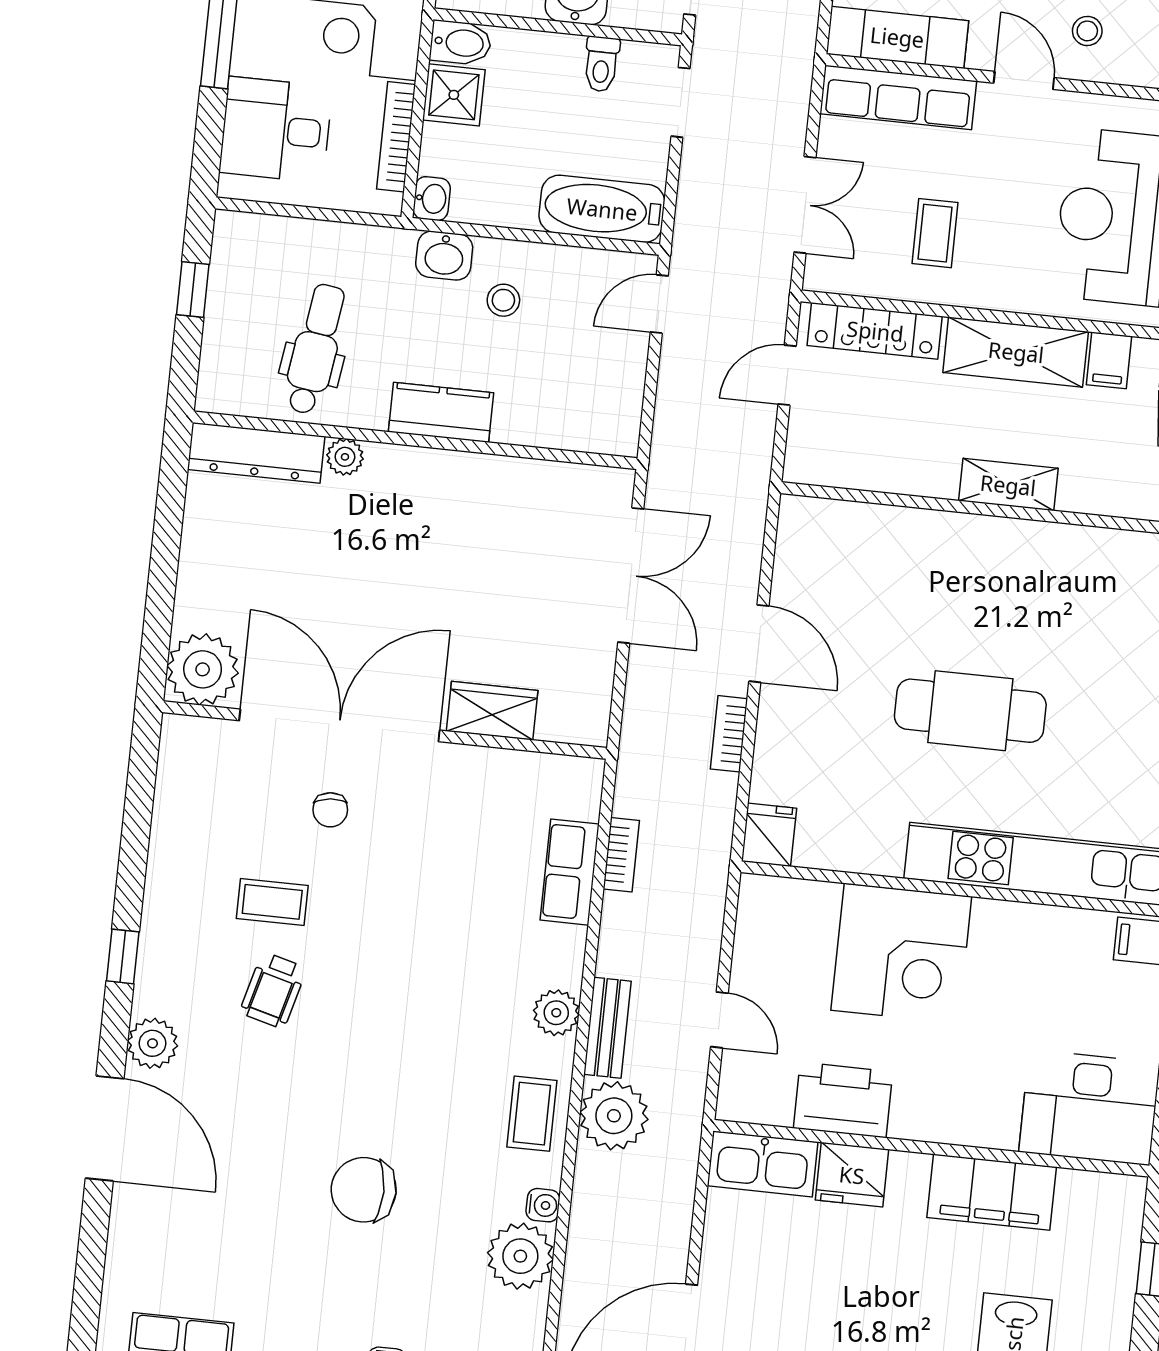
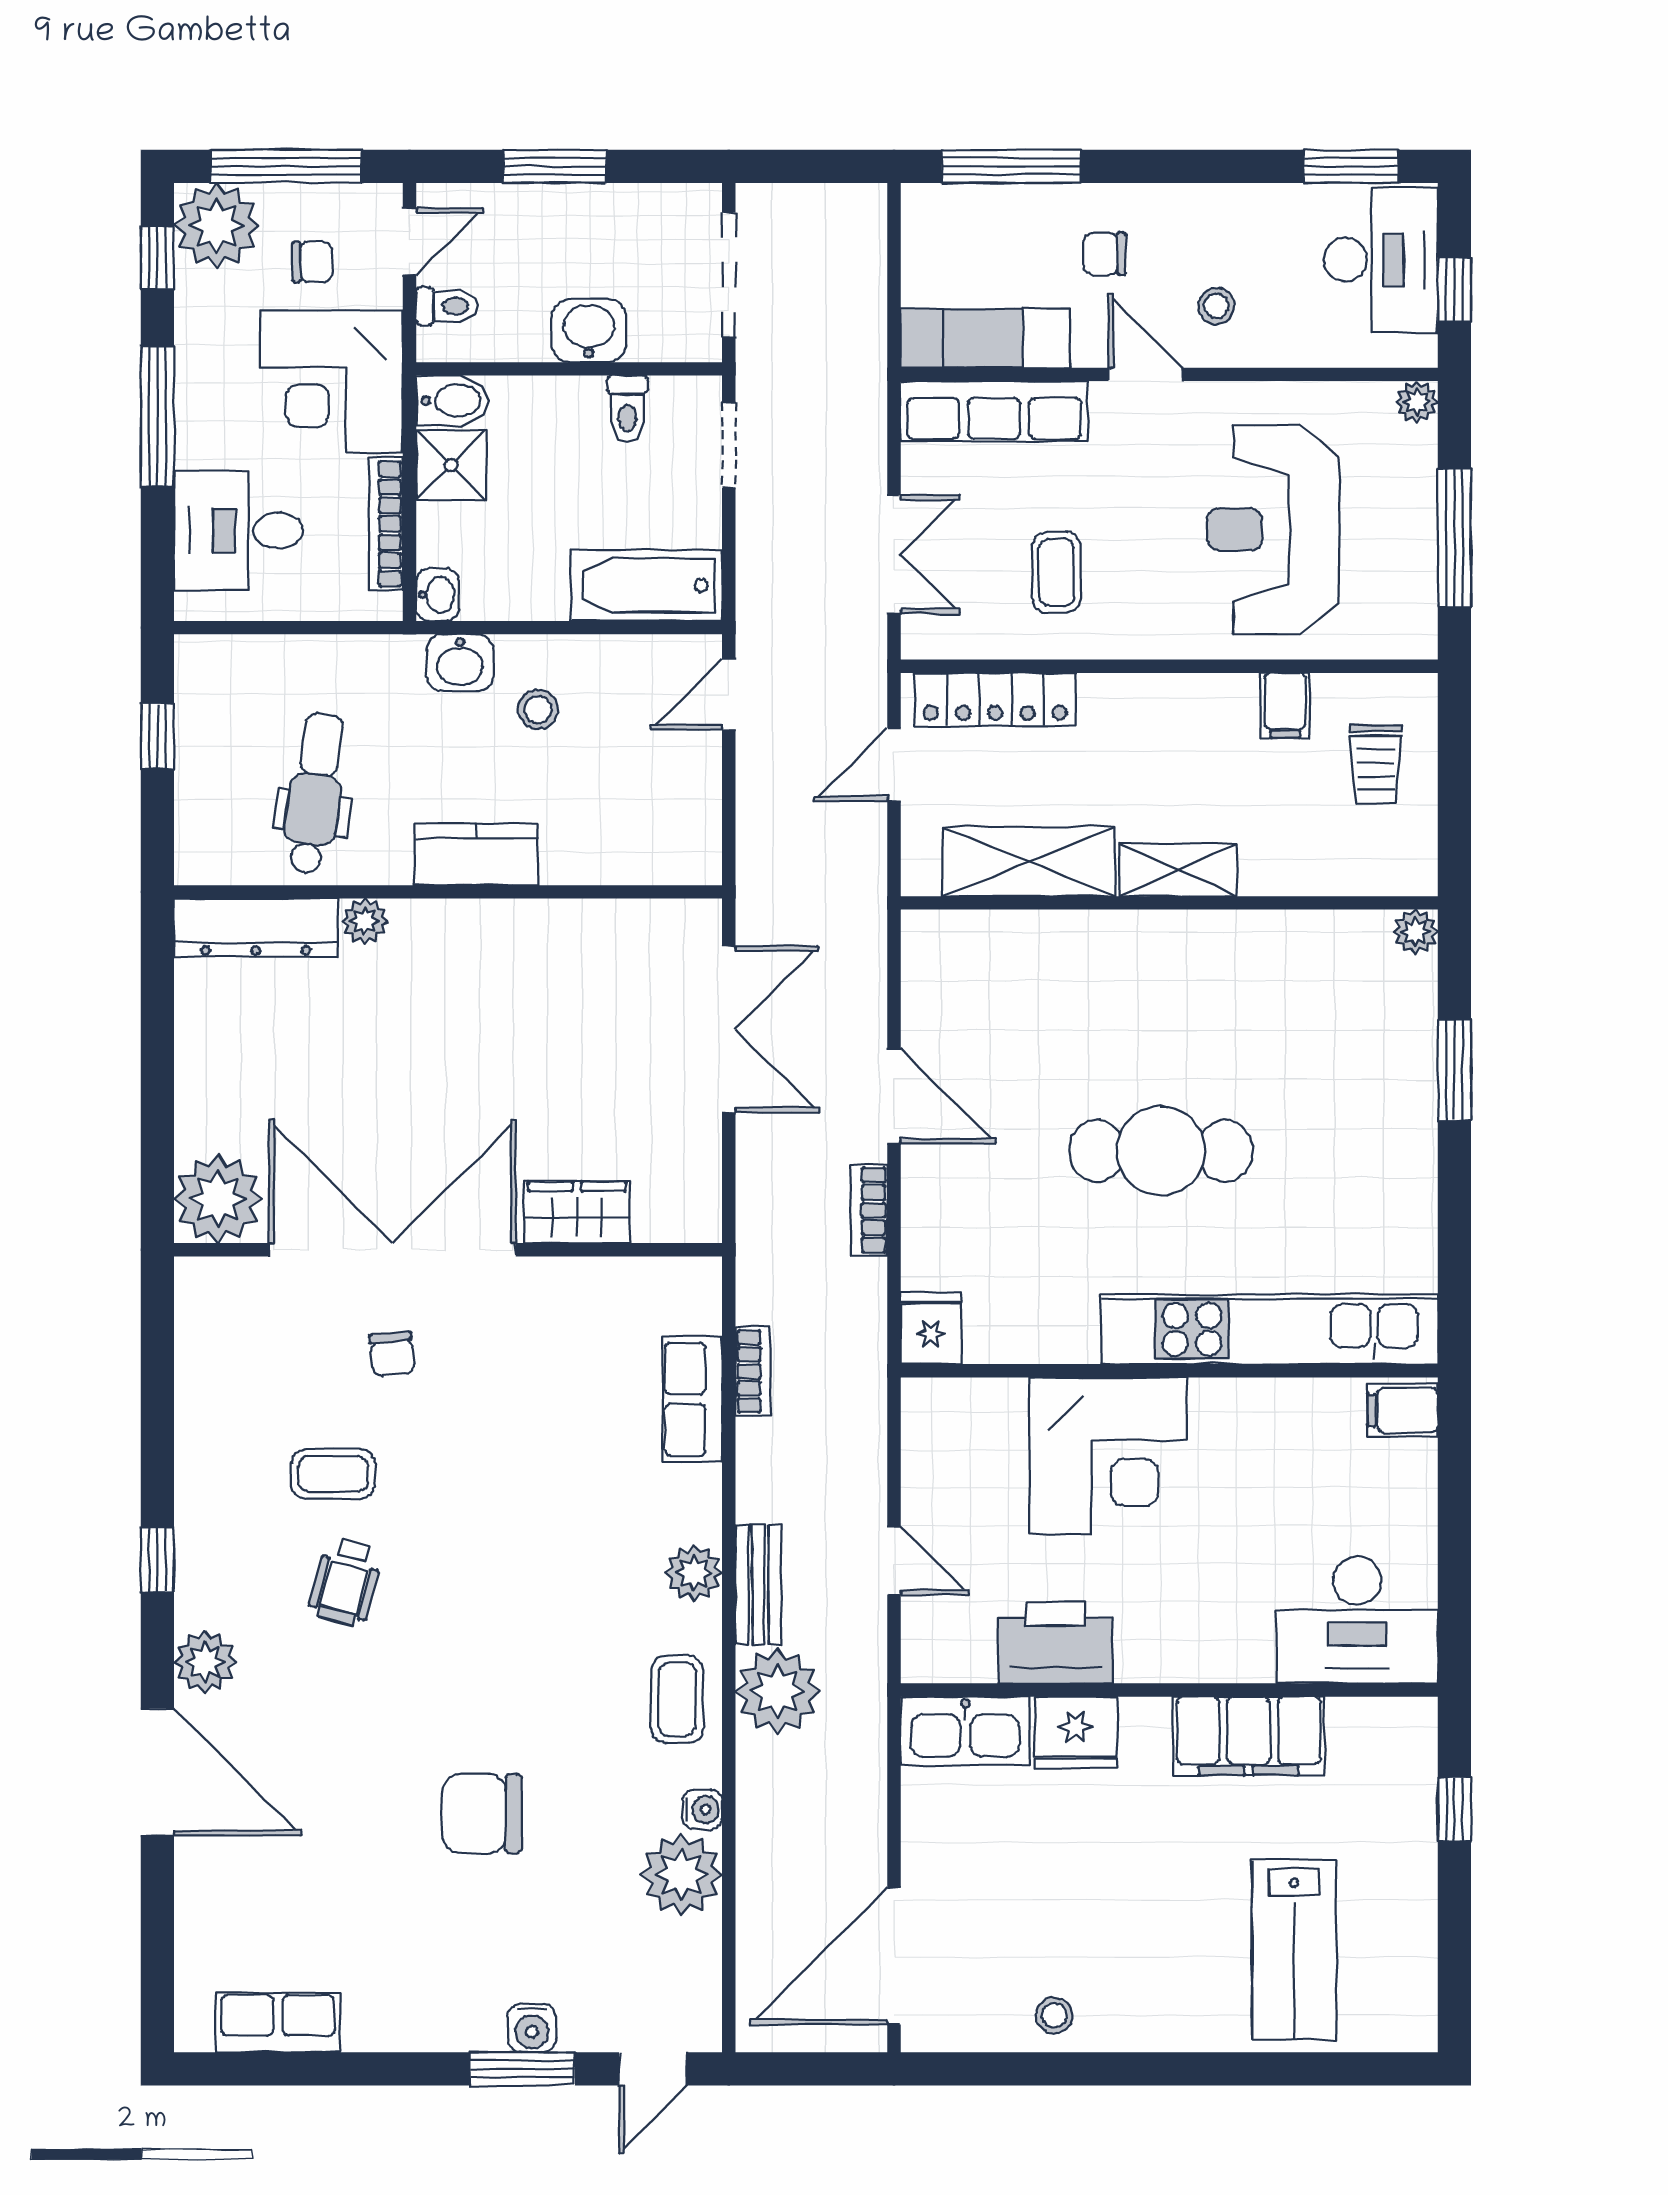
shelving: (1016, 352) -> (1029, 862), moved

